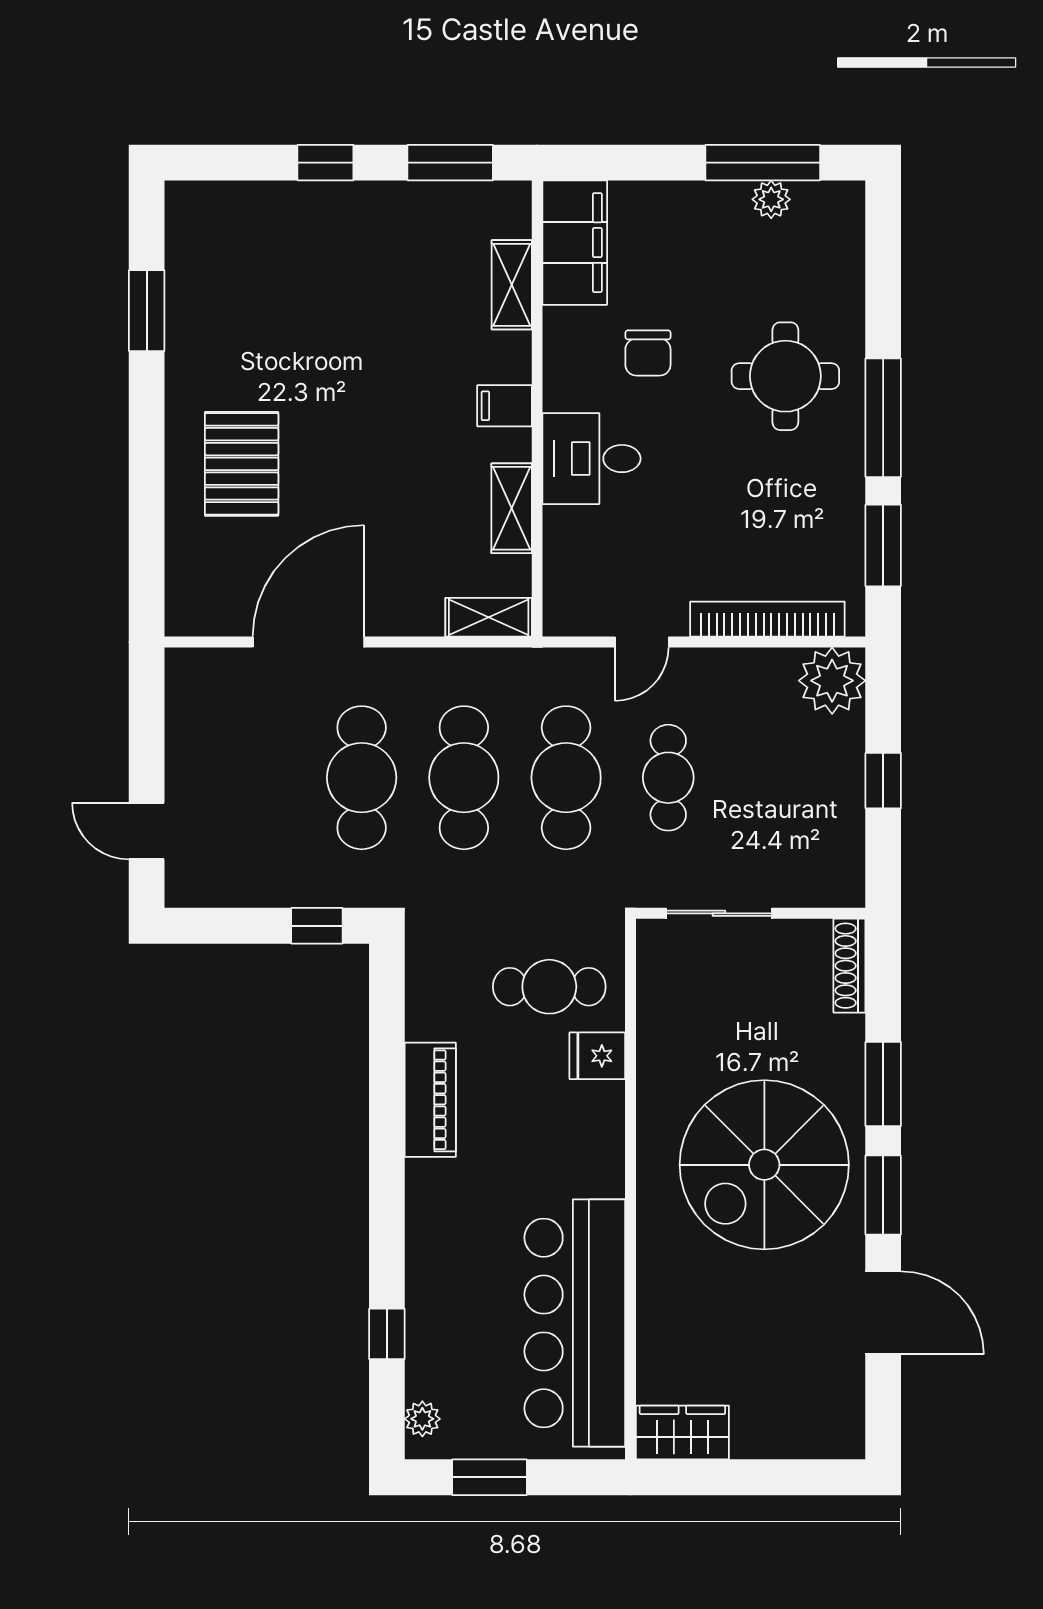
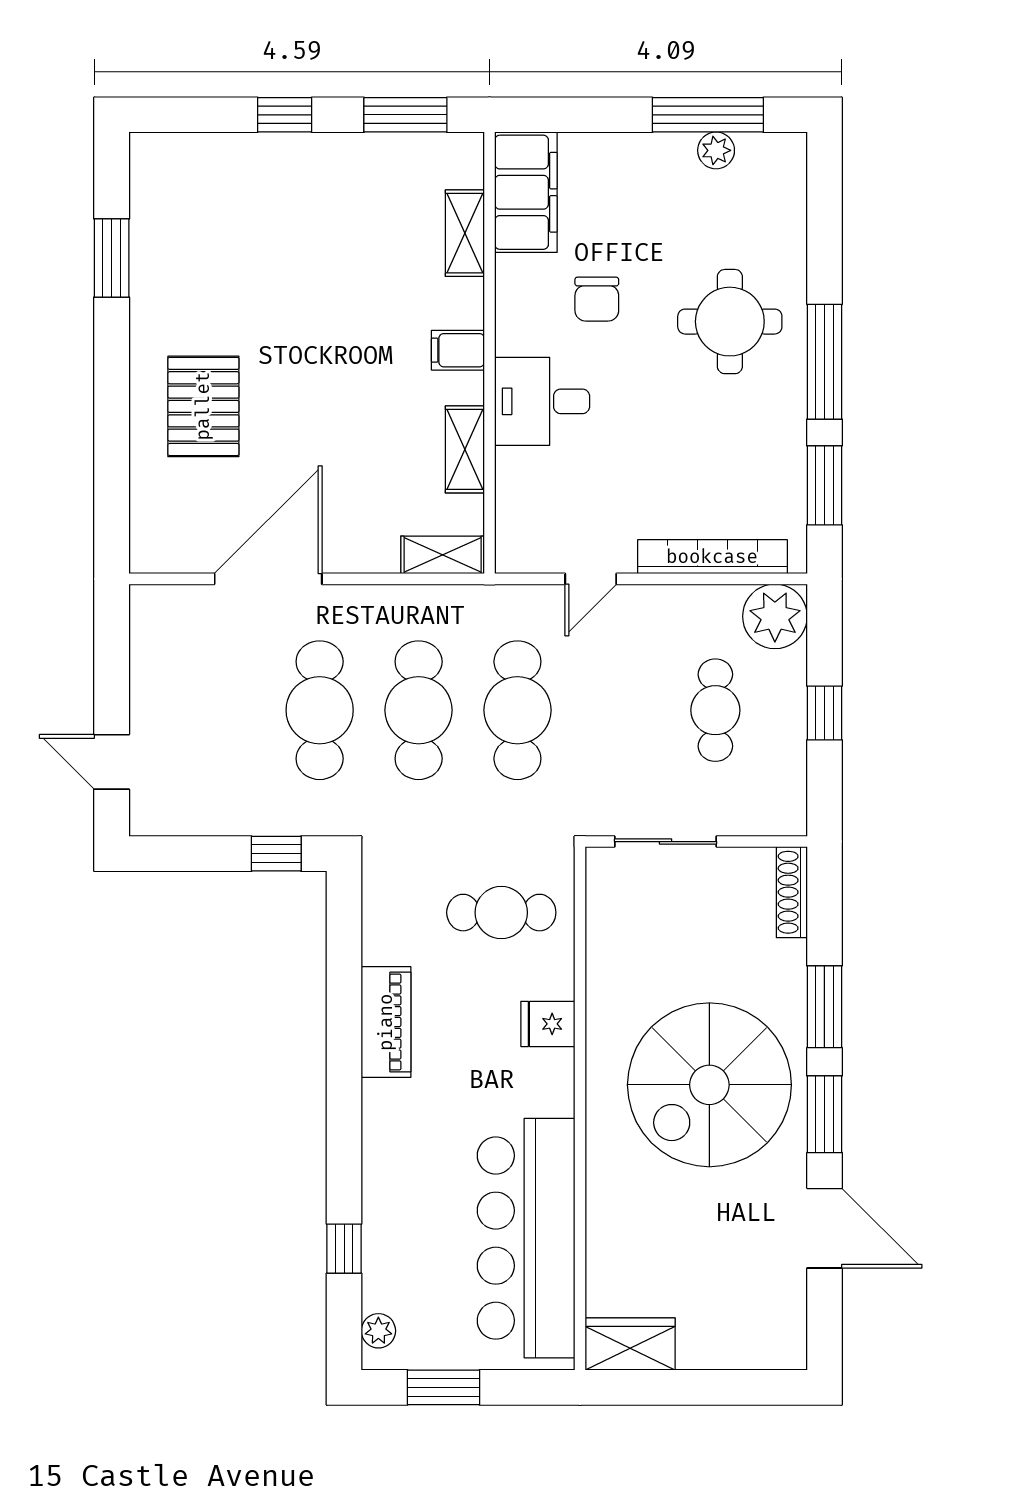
cafe table: (668, 778) -> (715, 710), moved
fridge: (597, 1056) -> (548, 1024), moved

